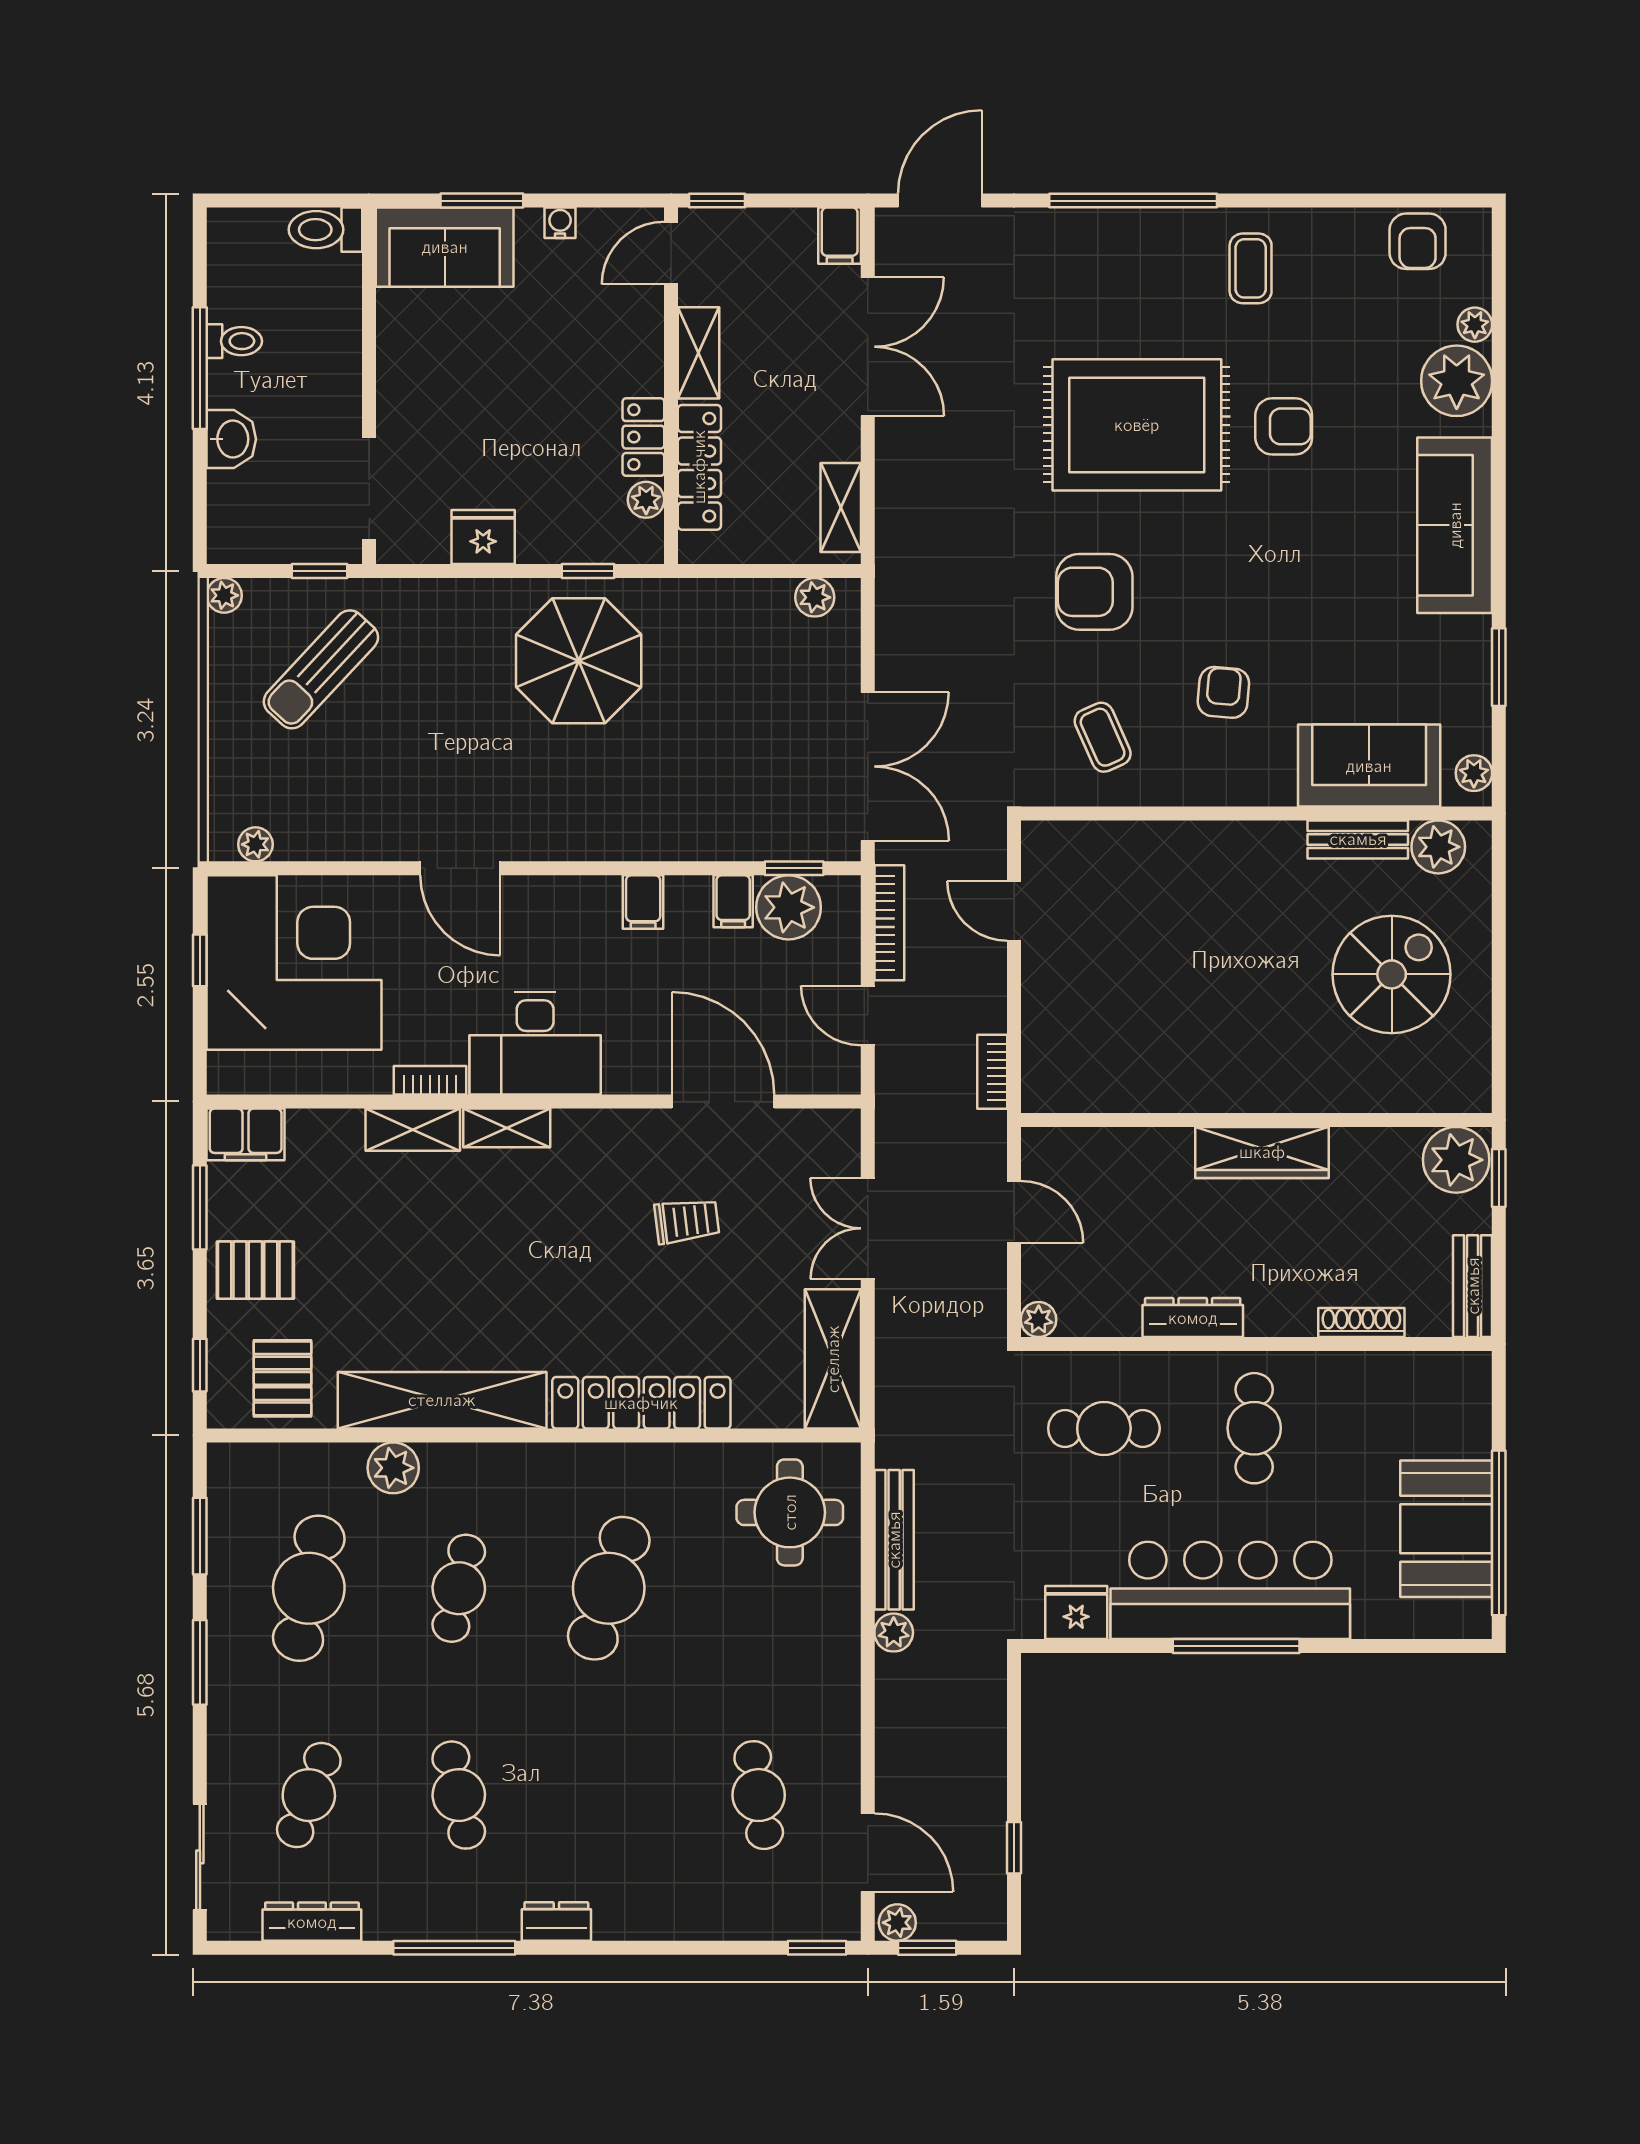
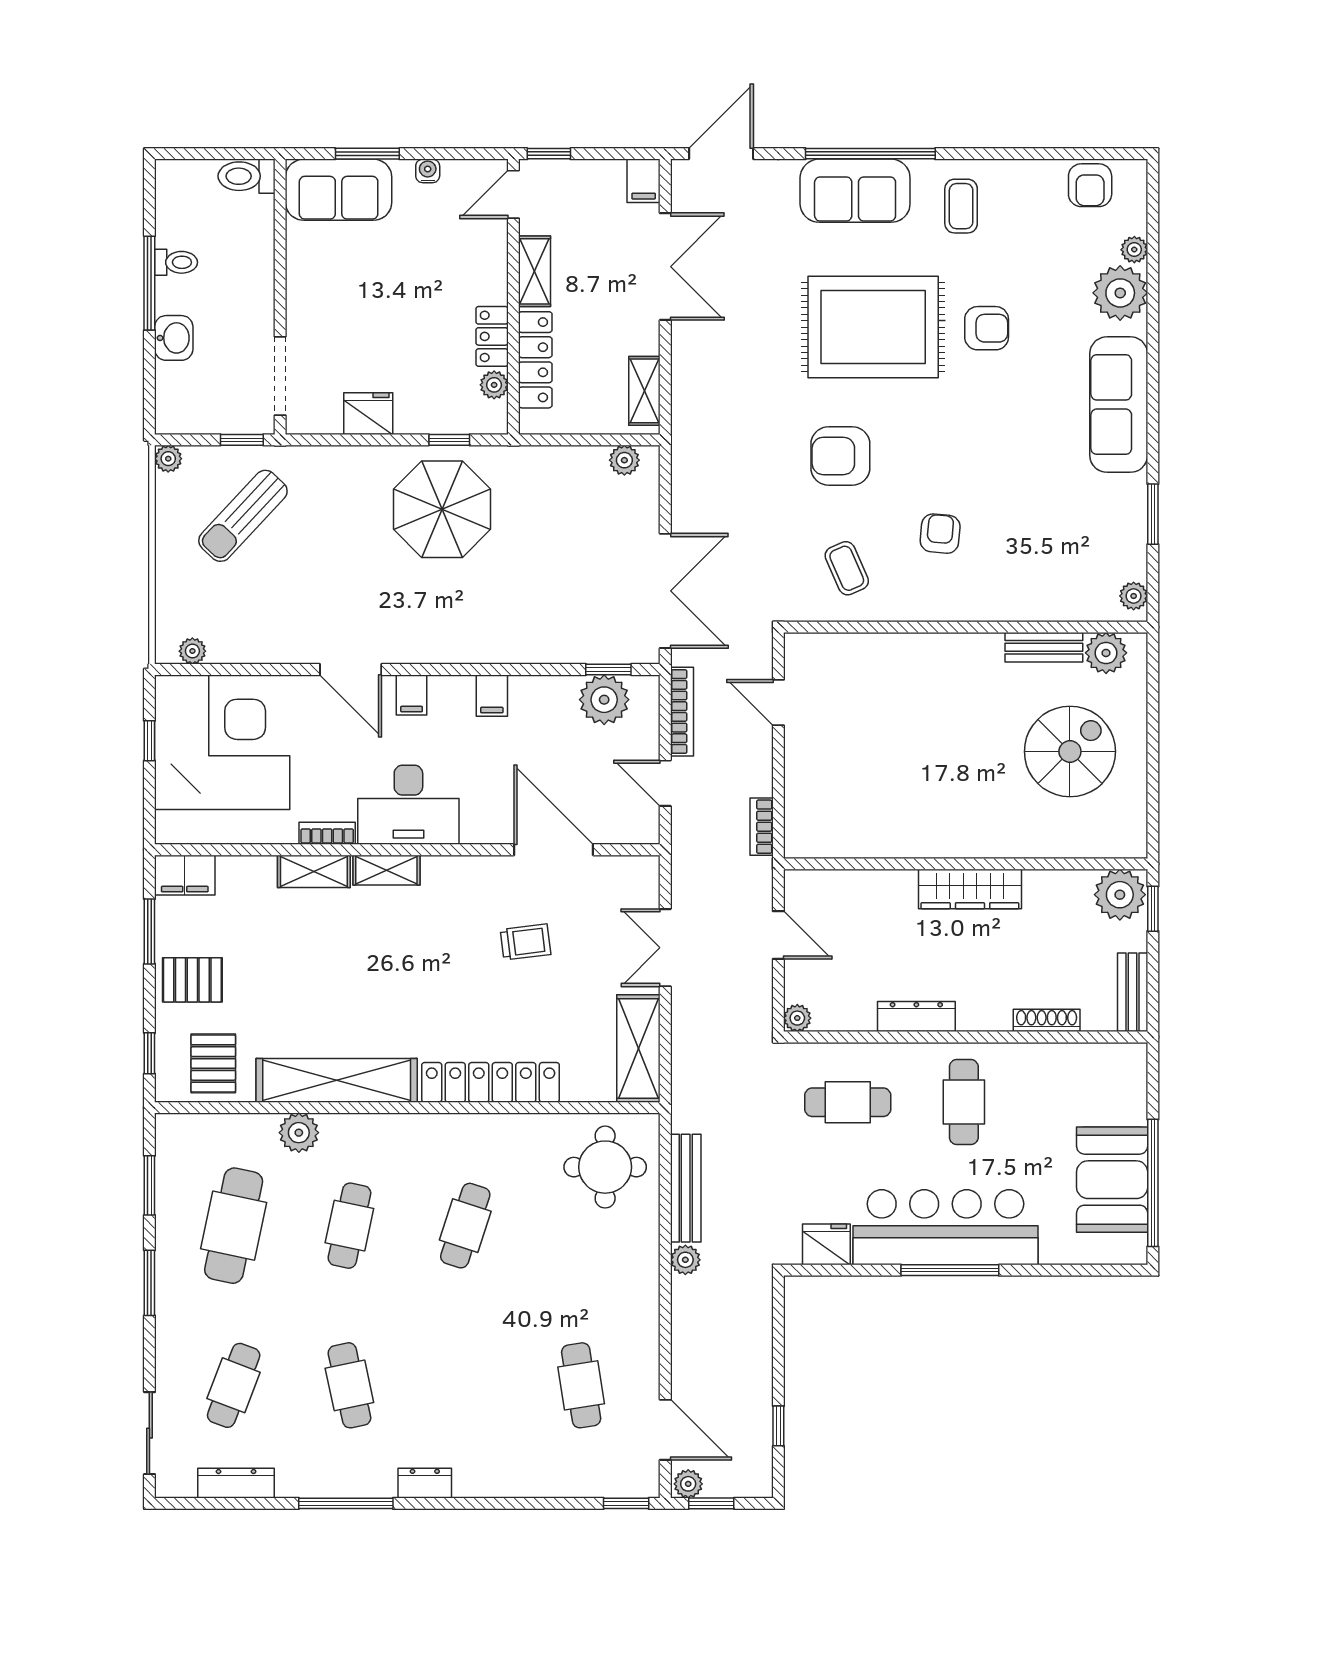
sofa: (1369, 766) -> (855, 191), moved, turned 180
filing cabinet: (733, 901) -> (412, 695), moved
cafe table: (609, 1588) -> (465, 1226), width x0.73, depth x0.74

